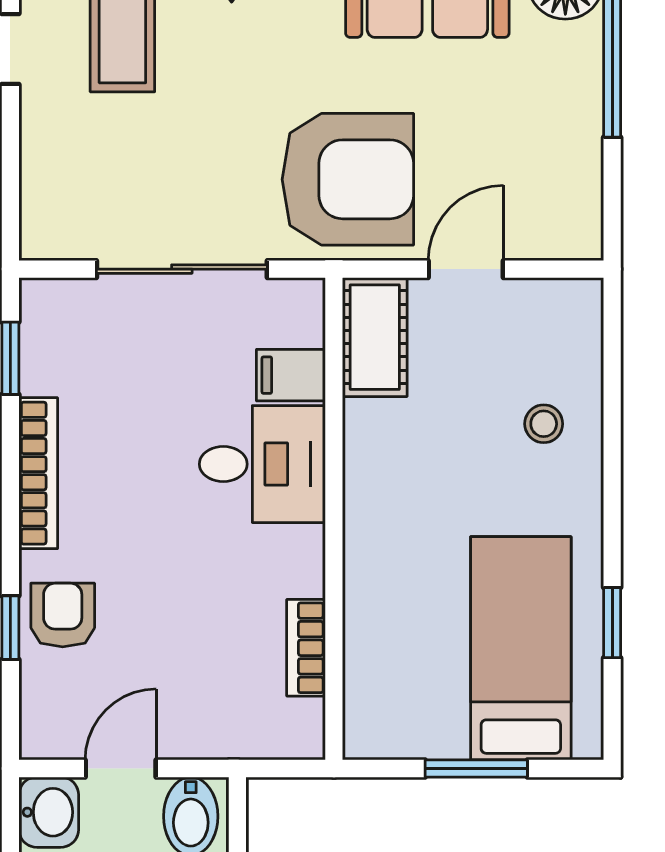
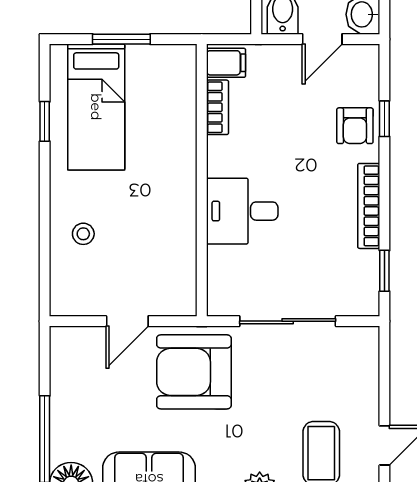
cot: (375, 337) -> (179, 283), removed
filing cabinet: (291, 375) -> (226, 63), moved

